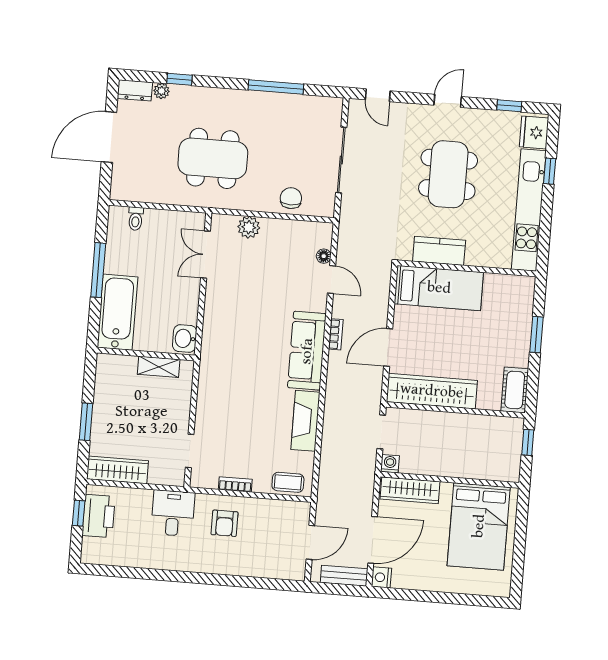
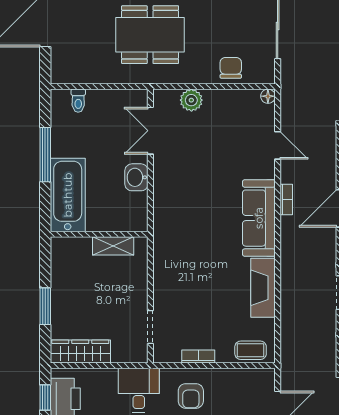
floor lamp: (324, 256) -> (268, 96), moved
washbasin: (185, 338) -> (136, 177), moved

